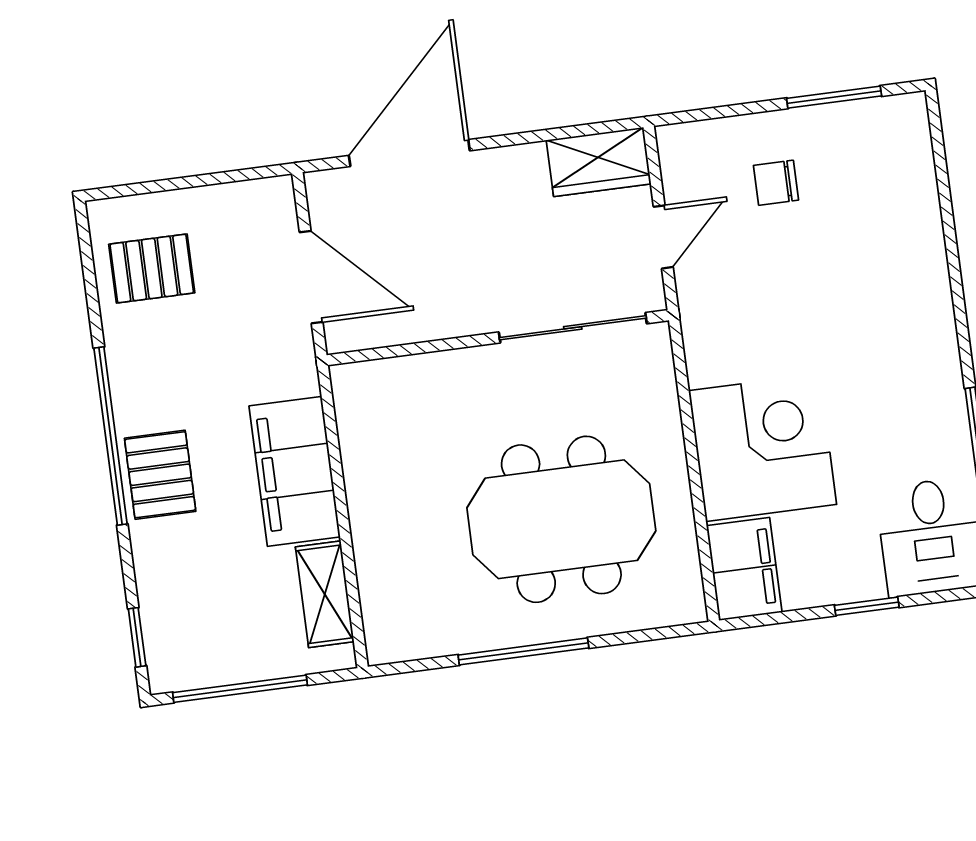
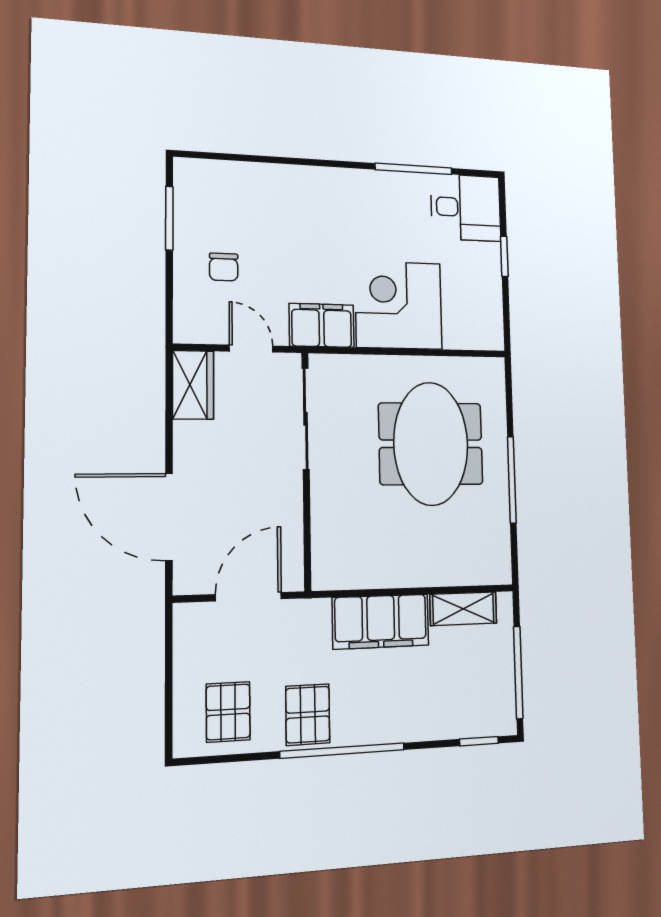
pallet: (160, 475) -> (308, 715), moved, turned 90
filing cabinet: (744, 569) -> (322, 325), moved

